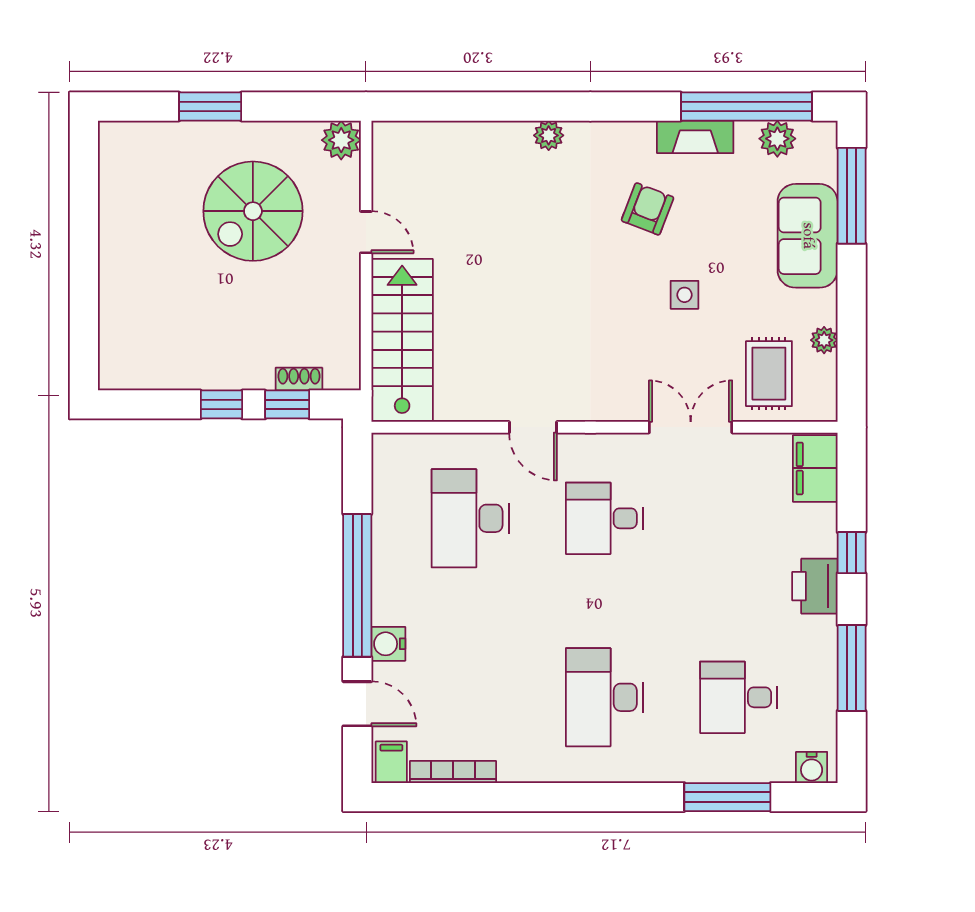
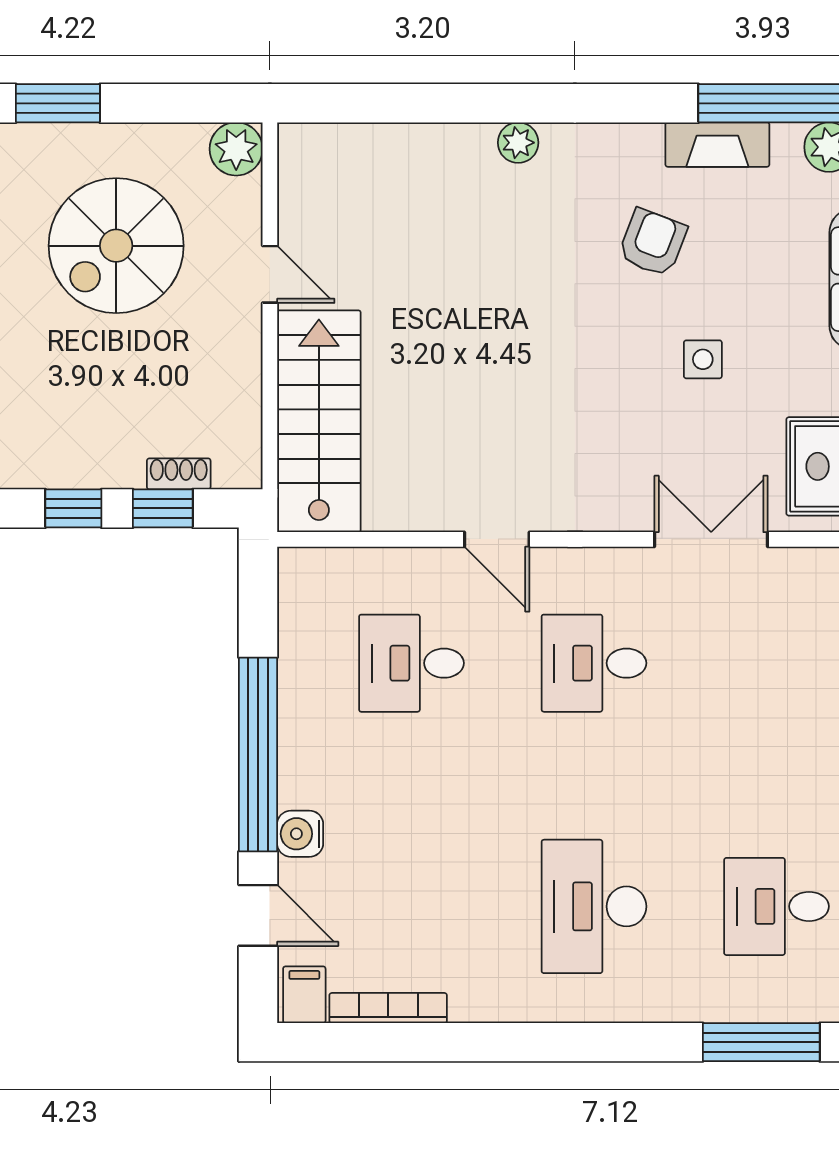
desk: (470, 518) -> (411, 663), width x0.73

